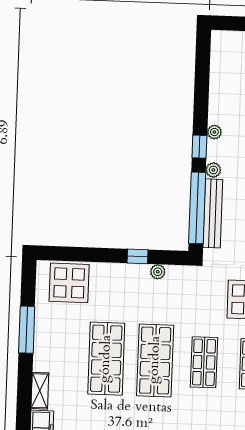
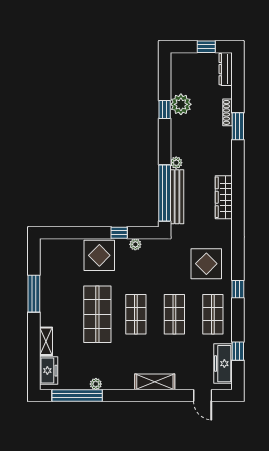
plant: (214, 132) -> (181, 104), moved, width x1.88, depth x1.88
window: (199, 147) -> (165, 110), moved
display table: (69, 283) -> (99, 255), moved
shop shelf: (155, 360) -> (136, 314), width x0.70, depth x0.74

